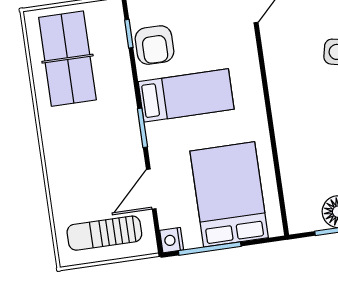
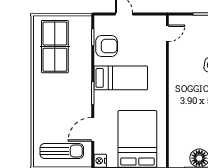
armchair: (154, 45) -> (107, 46), turned -90
sun lounger: (104, 233) -> (62, 151), turned 180

